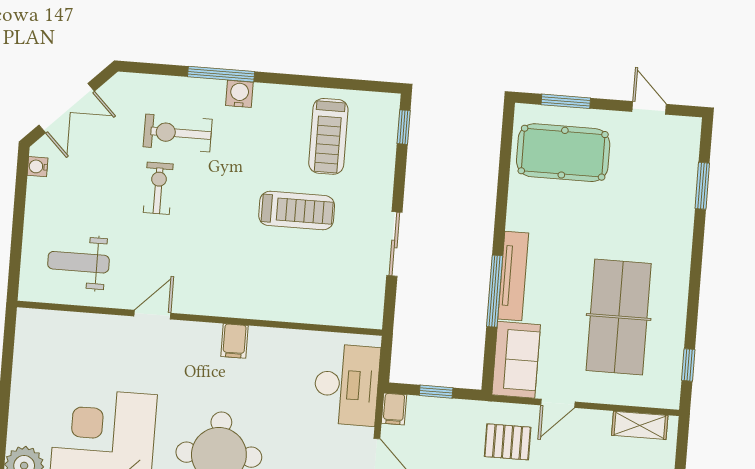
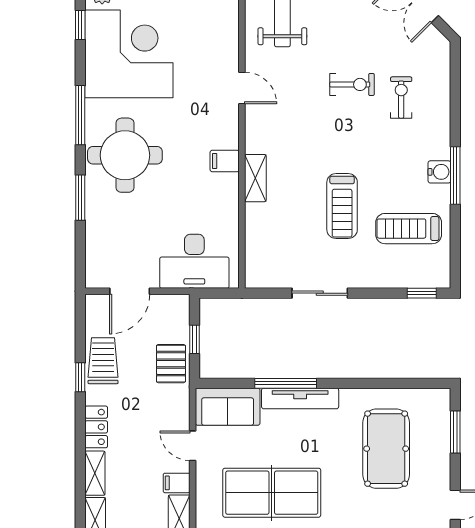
window: (221, 74) -> (455, 175), moved
water cooler: (239, 94) -> (439, 172), moved
exercise bike: (178, 133) -> (401, 98), width x0.73, depth x0.72
pool table: (563, 153) -> (386, 449), moved
shelving: (257, 307) -> (255, 178), added
filing cabinet: (394, 409) -> (177, 483), moved
pallet: (508, 442) -> (171, 364), moved

